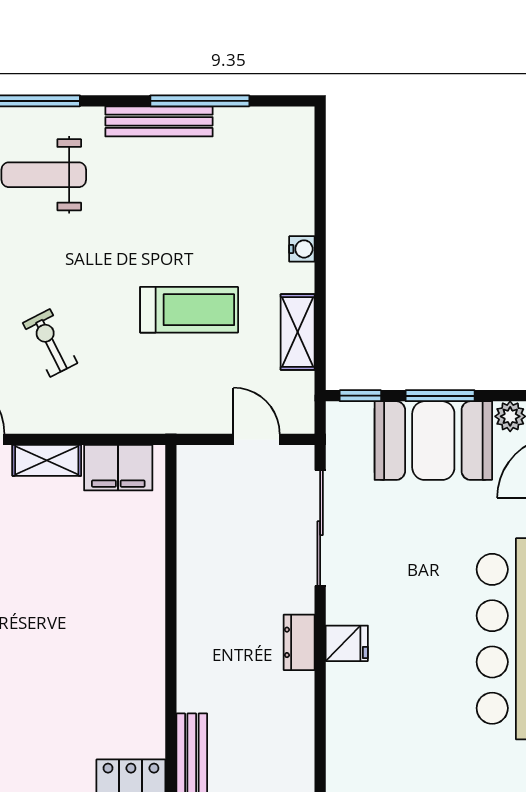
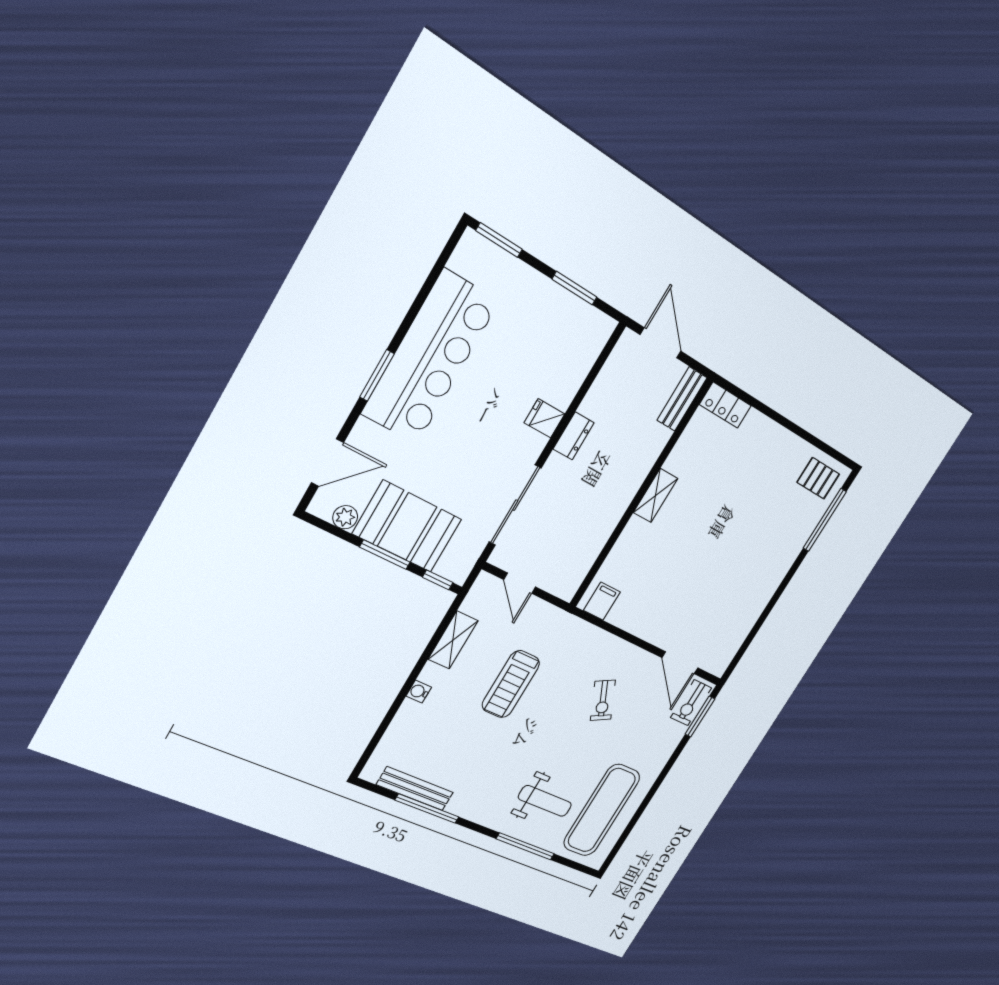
bench: (159, 121) -> (415, 789), moved
treadmill: (189, 310) -> (511, 684), turned -90
shelving: (47, 460) -> (656, 495), moved, turned 90
filing cabinet: (118, 468) -> (602, 601), width x0.50

